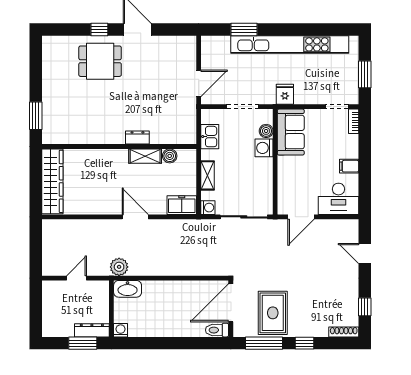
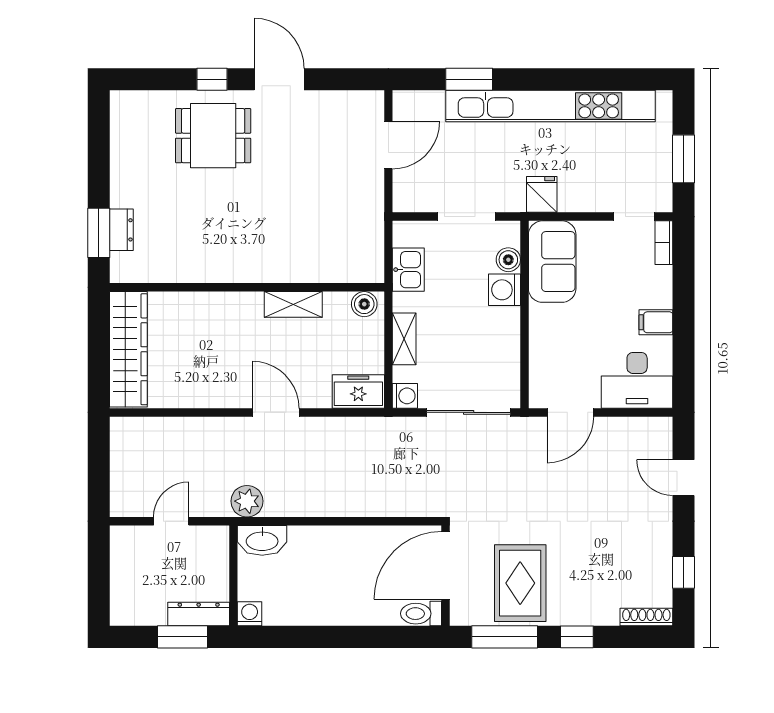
door: (199, 83) -> (388, 145), moved
dresser: (137, 138) -> (121, 230), moved, turned 90
boiler: (170, 156) -> (364, 304), moved

